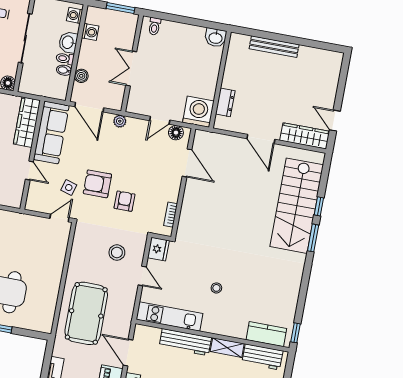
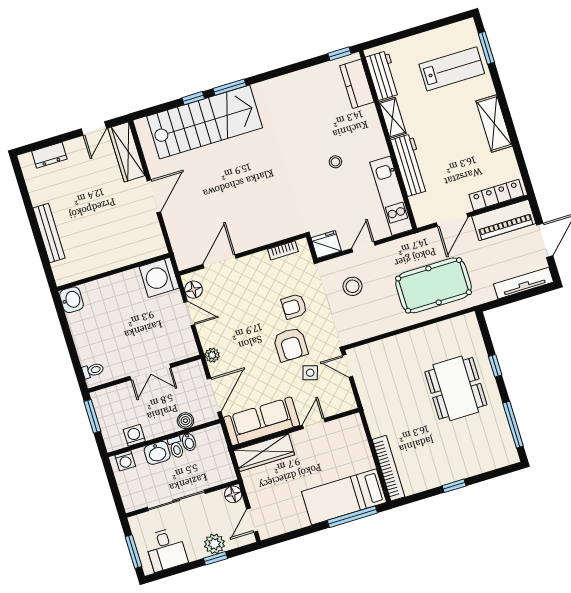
dresser: (225, 102) -> (49, 155), moved, turned 180

